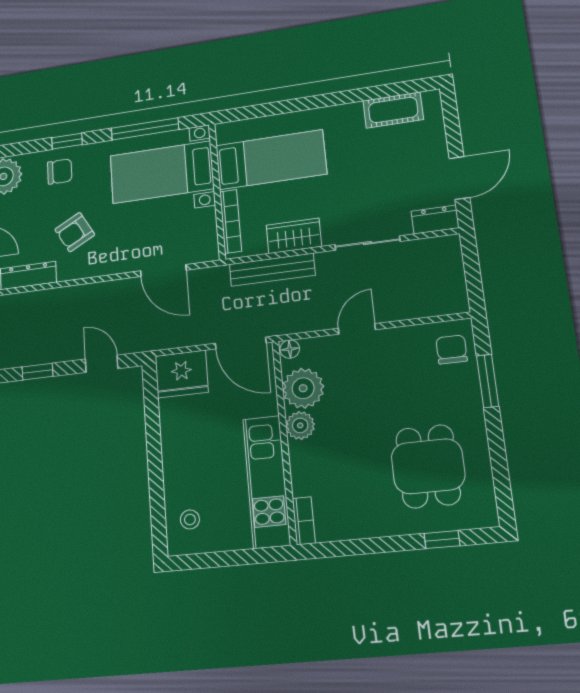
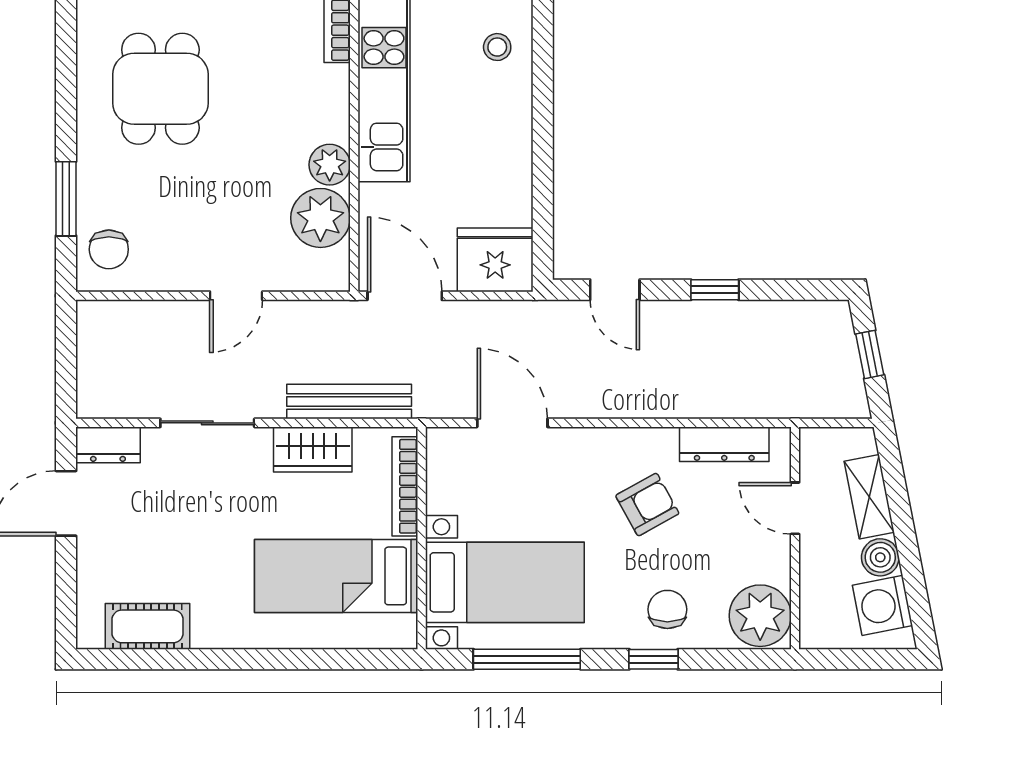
chair: (60, 171) -> (667, 609), turned 90
floor lamp: (290, 349) -> (334, 278), removed

